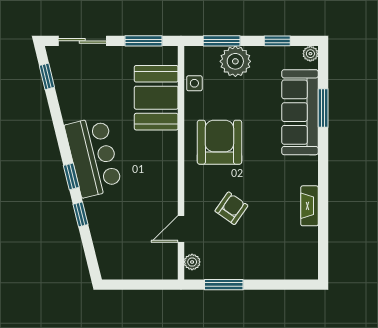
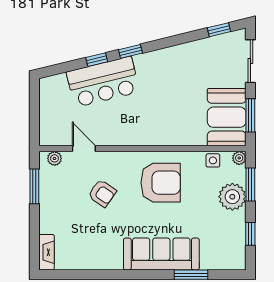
plant: (310, 54) -> (239, 158), moved
booth: (156, 98) -> (227, 117), moved, turned 90
sofa: (300, 112) -> (161, 254), moved
bar counter: (93, 157) -> (103, 82), moved
fireplace: (309, 206) -> (47, 252), moved, turned 90

